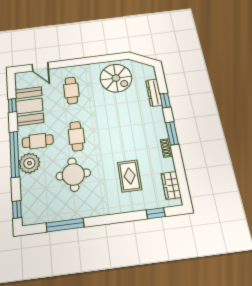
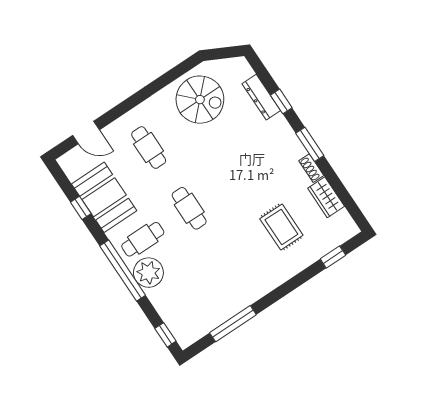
round table: (73, 174) -> (211, 259), removed
wardrobe: (171, 185) -> (326, 197), moved

